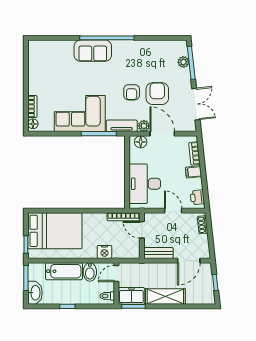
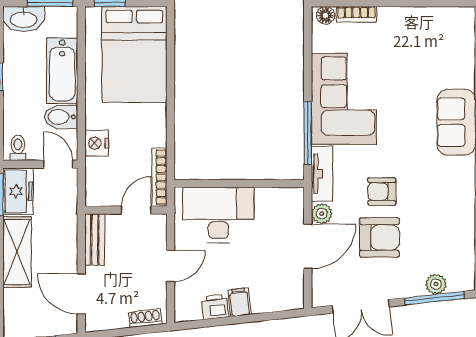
floor lamp: (141, 142) -> (293, 208), removed
bookcase: (194, 153) -> (273, 304), removed
printer: (197, 197) -> (215, 307), moved

